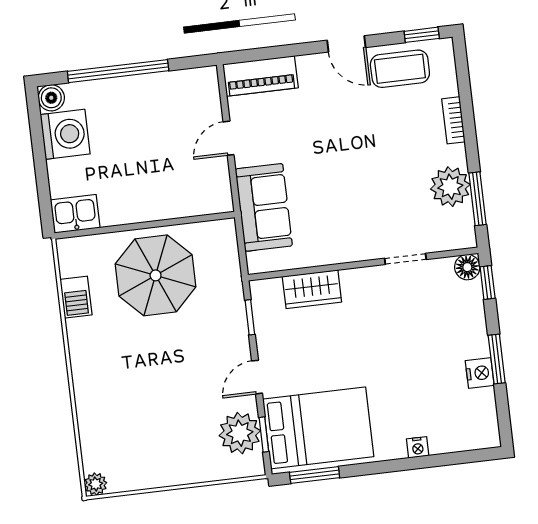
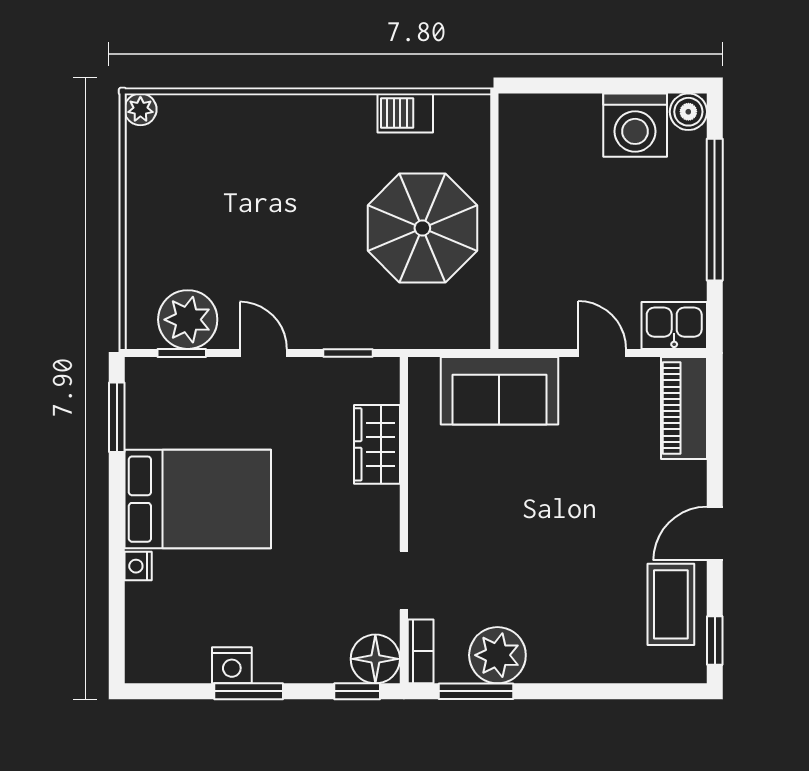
bookcase: (453, 120) -> (421, 651), moved, turned 90
kitchen sink: (75, 214) -> (674, 325), moved, turned -90
floor lamp: (467, 267) -> (375, 659), width x1.38, depth x1.38
bed: (318, 428) -> (198, 499), moved, turned -90

